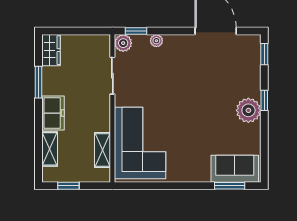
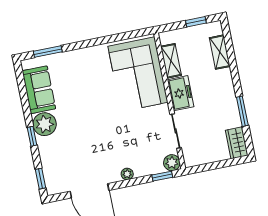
plant: (156, 41) -> (127, 174), moved
freezer: (53, 113) -> (181, 93), moved, turned 180
sofa: (235, 169) -> (39, 90), moved, turned -90

